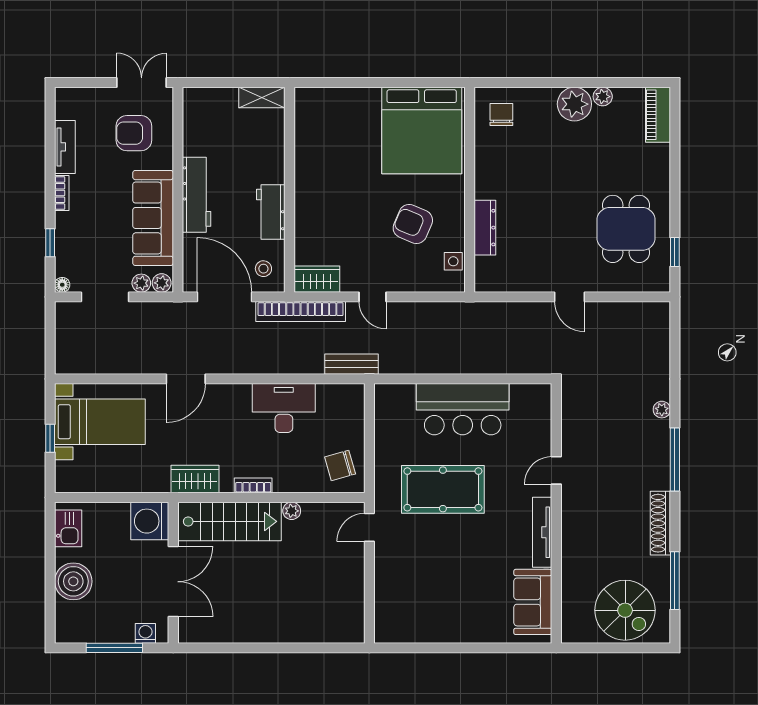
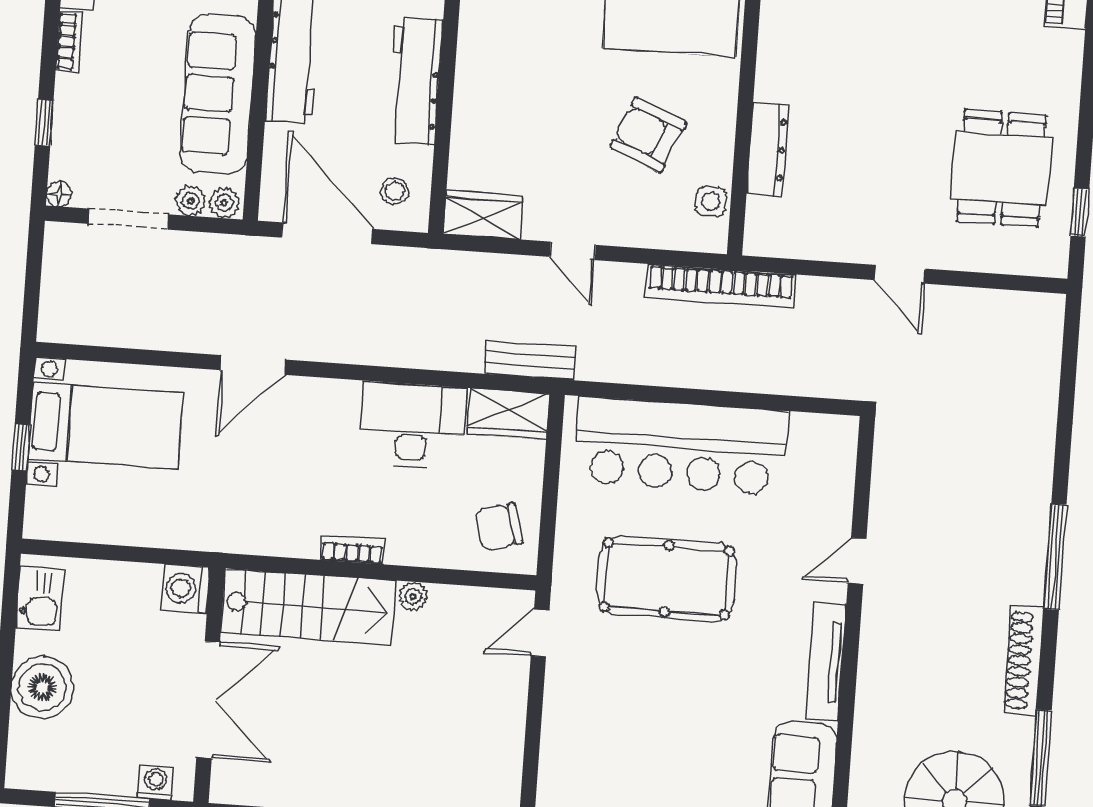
workbench: (271, 212) -> (415, 81), width x1.37
bookcase: (301, 312) -> (721, 286), moved
bar counter: (463, 409) -> (681, 446), width x1.36
plant: (662, 410) -> (1039, 472), removed
wardrobe: (195, 479) -> (508, 414), moved, turned 180
washing machine: (150, 521) -> (185, 589), width x0.73, depth x0.73

